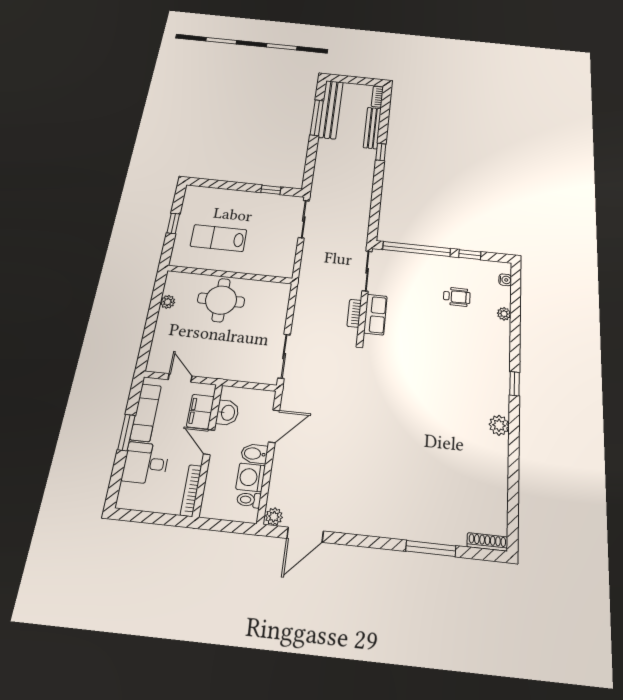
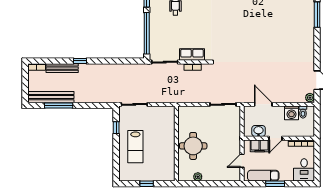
lab bench: (219, 238) -> (135, 147), moved
bidet: (254, 454) -> (279, 113), removed
desk: (146, 463) -> (304, 170), moved

